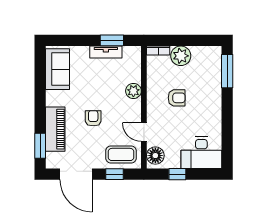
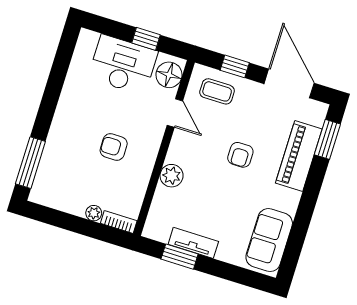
plant: (181, 56) -> (94, 213), width x0.53, depth x0.53
desk: (201, 153) -> (123, 65), moved
coffee table: (121, 154) -> (217, 91), width x0.73, depth x0.77

